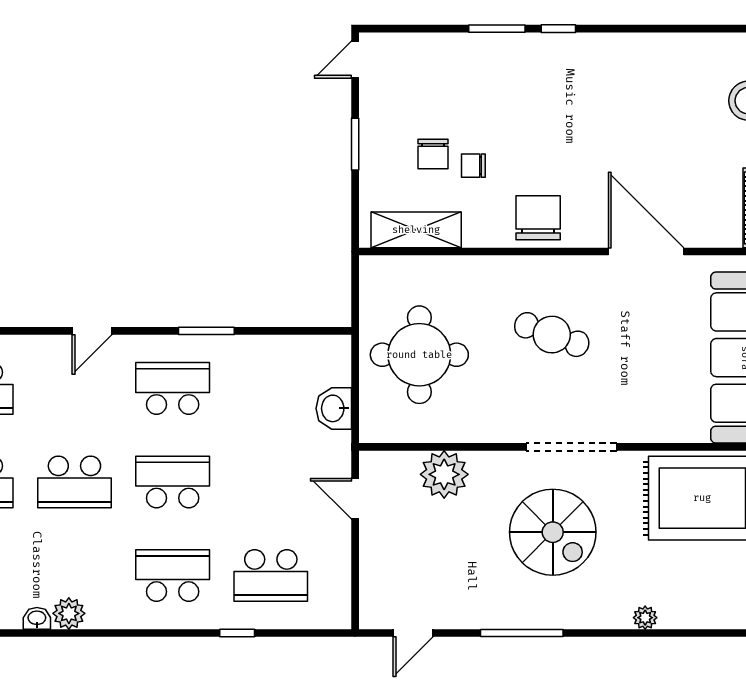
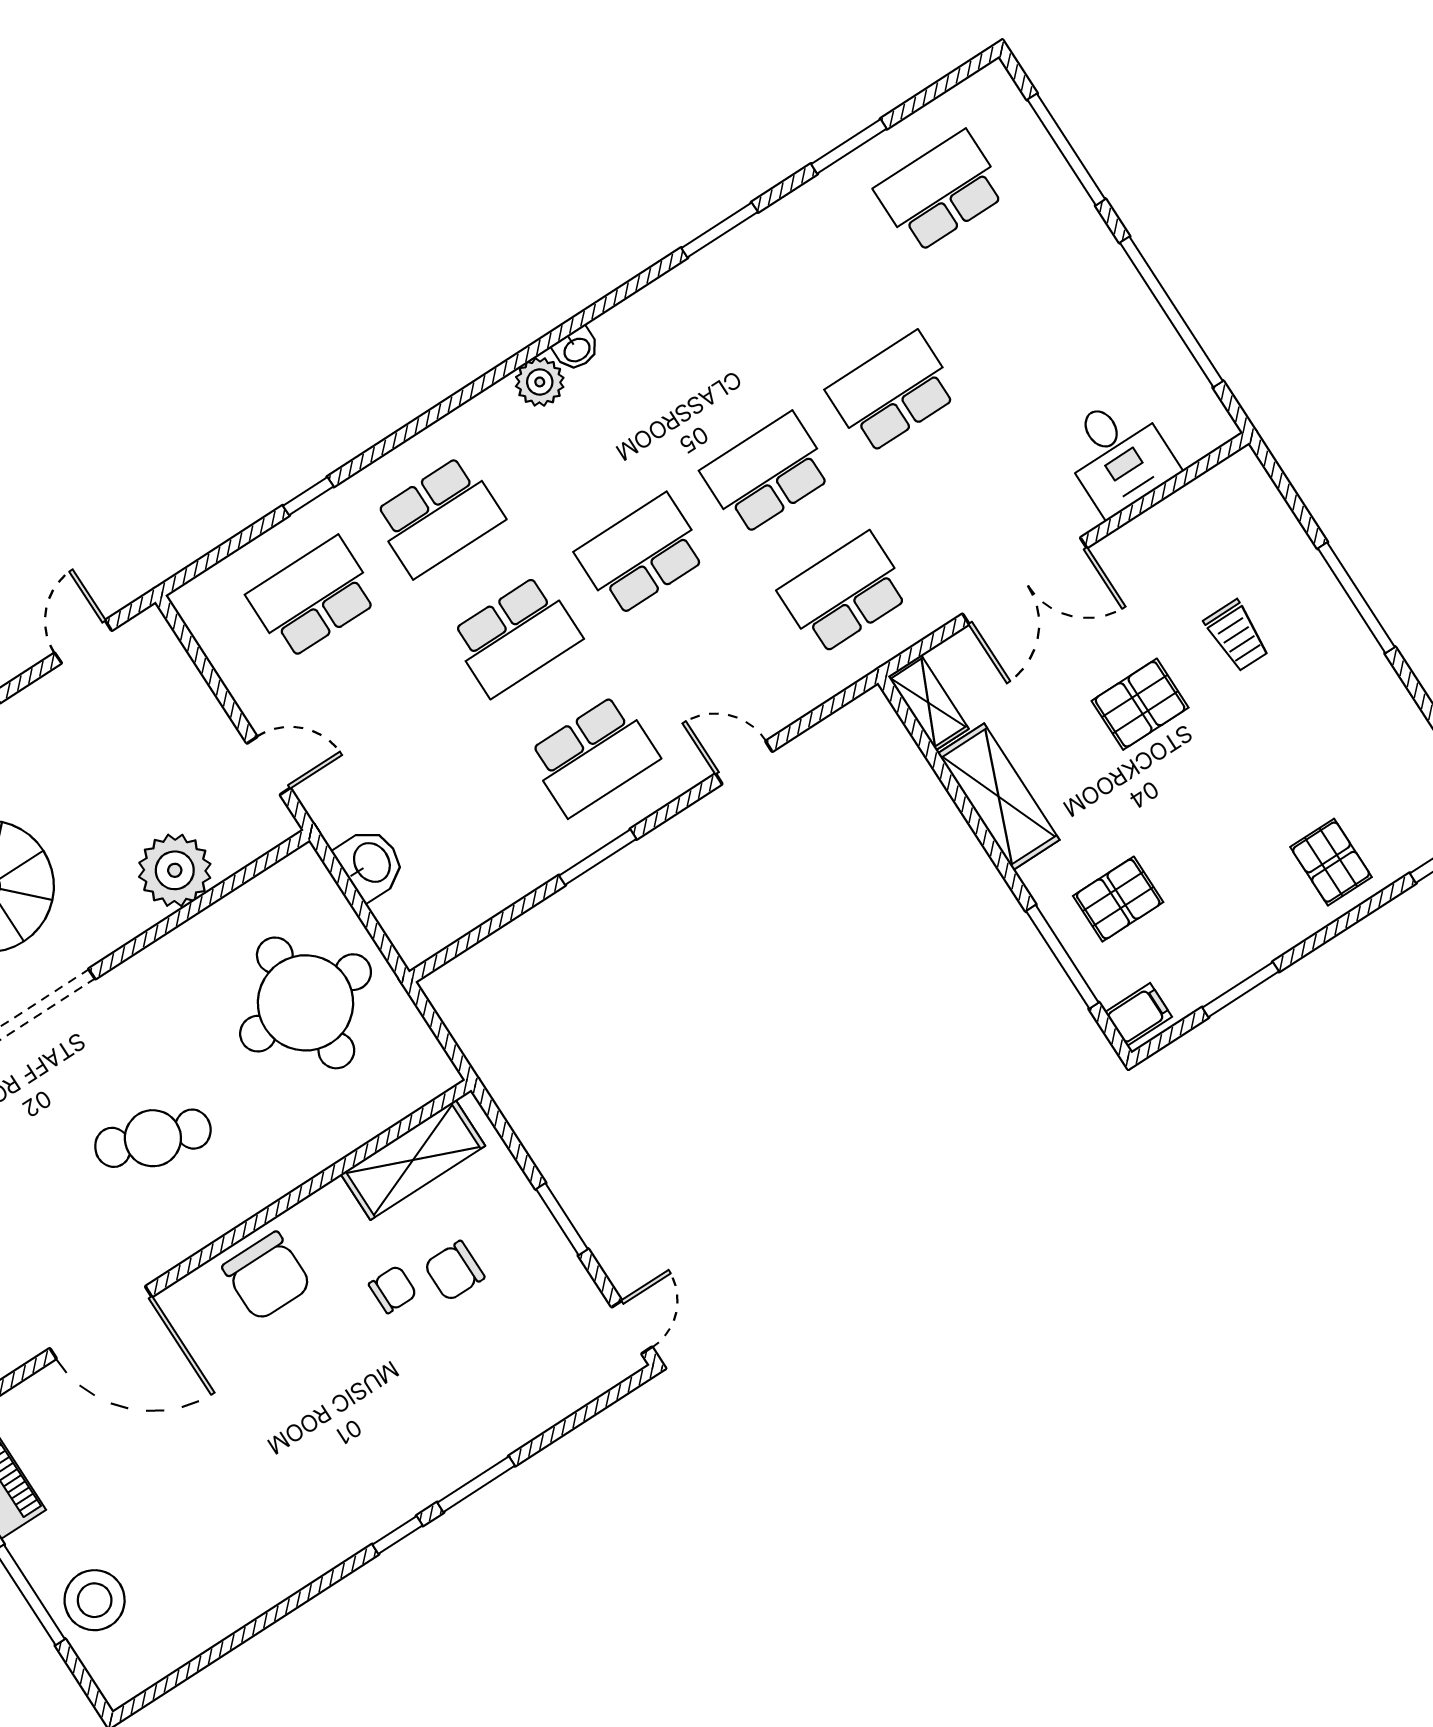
chair: (433, 154) -> (454, 1271), turned -90
door: (92, 331) -> (744, 763), hinge flipped

